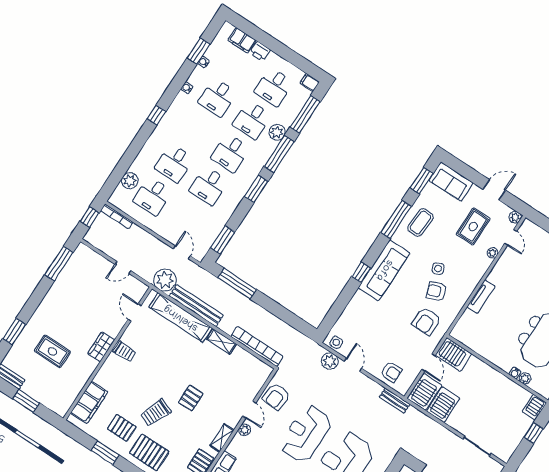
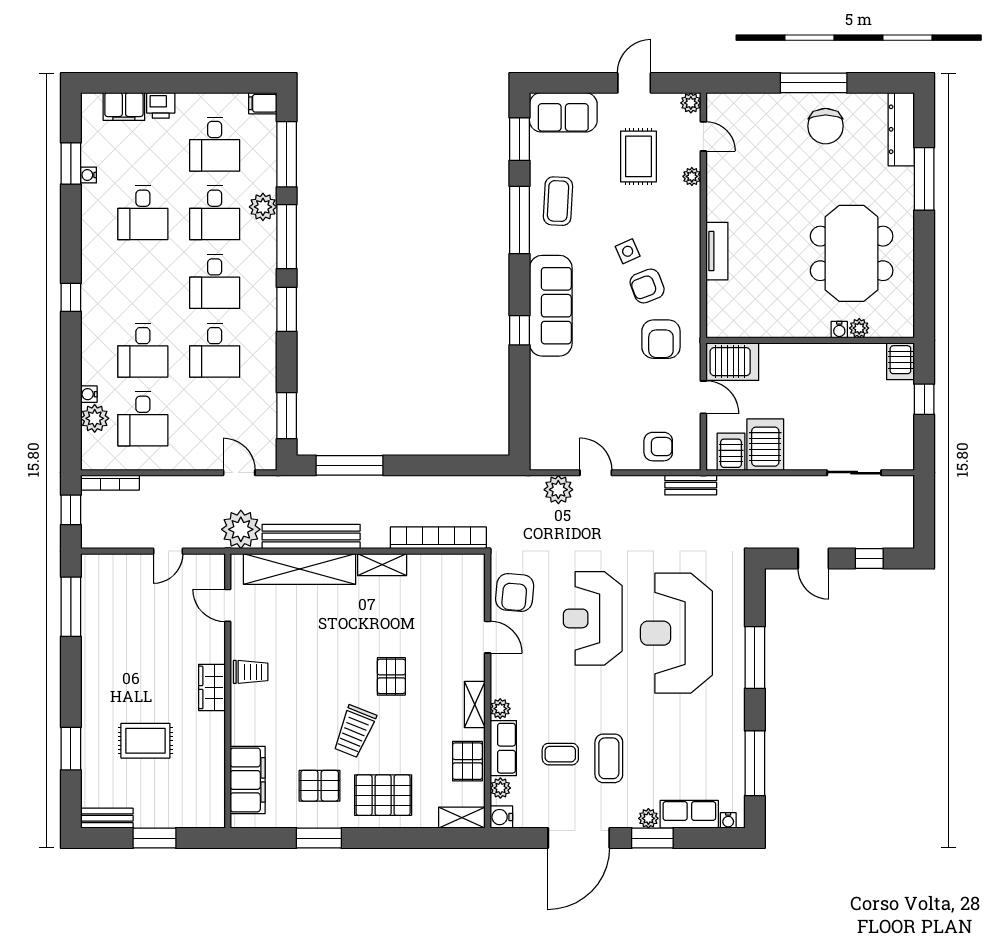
water cooler: (187, 88) -> (89, 394), moved
side table: (336, 342) -> (550, 456), removed
server rack: (425, 392) -> (731, 452), width x0.73, depth x0.70
plant: (245, 430) -> (500, 709), moved

